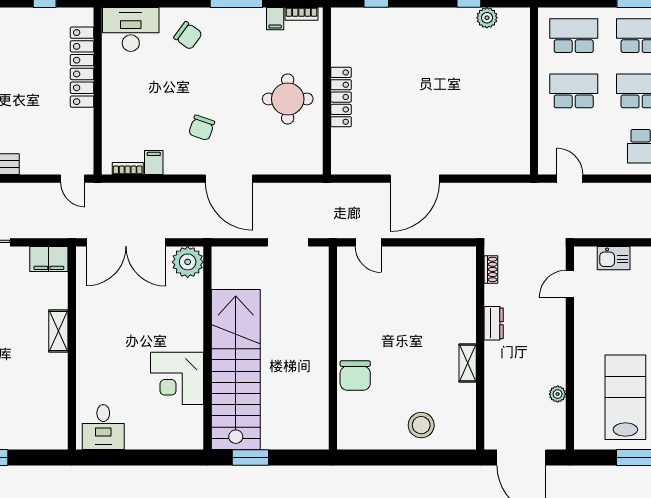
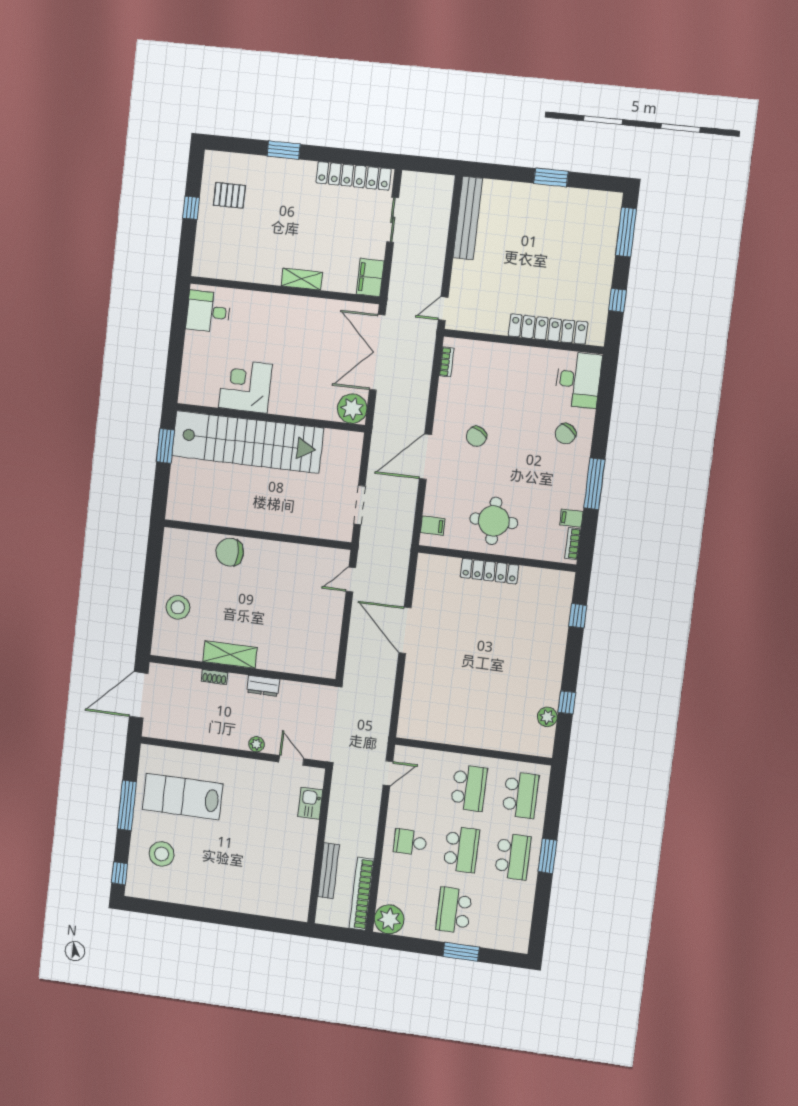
chair: (202, 128) -> (476, 436), turned -78
filing cabinet: (154, 162) -> (433, 526), moved
shoe rack: (491, 269) -> (214, 677), moved
shelving: (468, 363) -> (230, 655), width x1.50, depth x1.33
plant: (558, 394) -> (256, 744), moved
lab bench: (625, 397) -> (183, 797), turned 180

